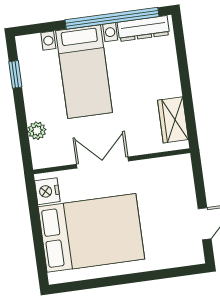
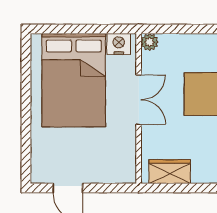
plant: (37, 131) -> (150, 42), moved

